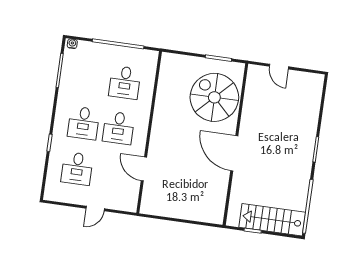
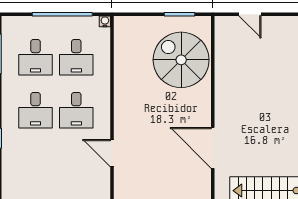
water cooler: (72, 44) -> (105, 21), moved
door: (234, 153) -> (213, 148), moved
desk: (77, 168) -> (35, 57), moved

